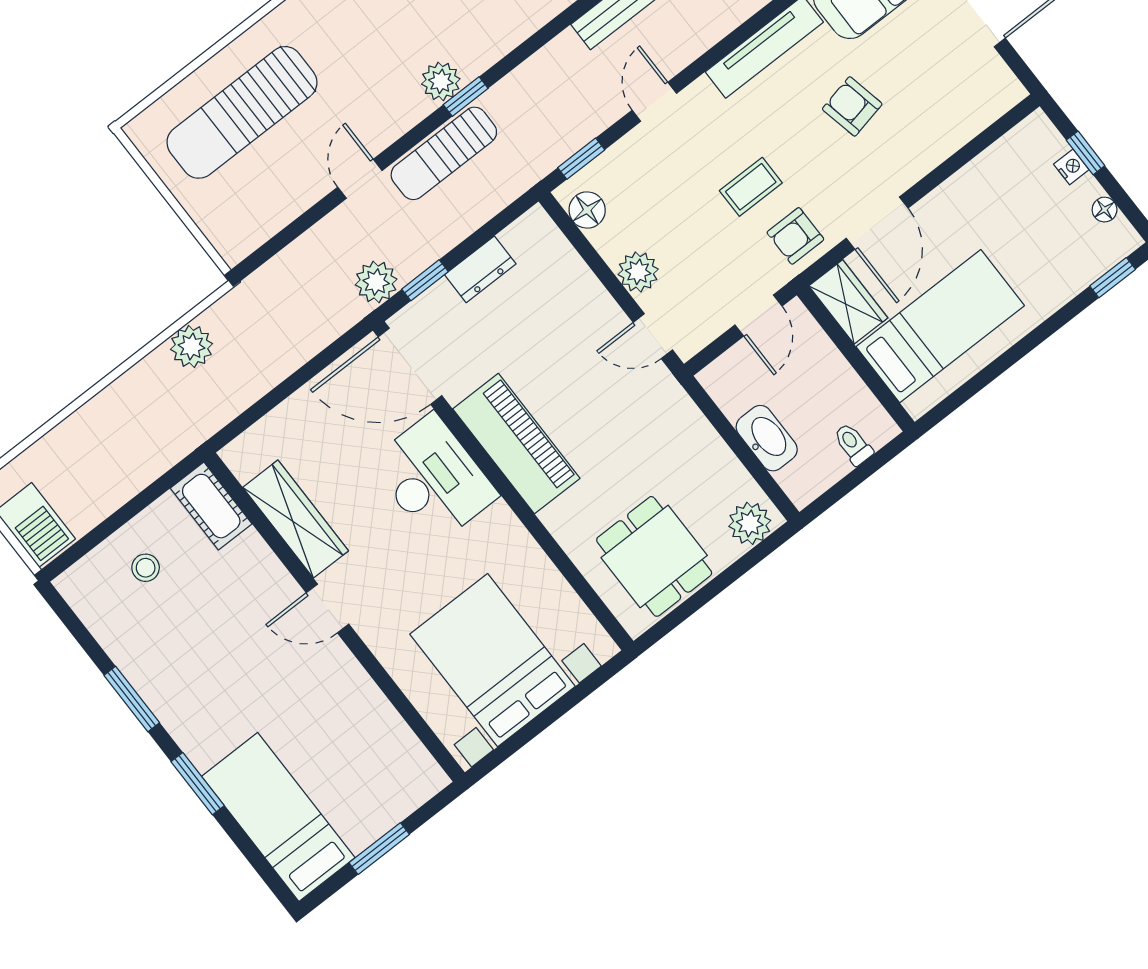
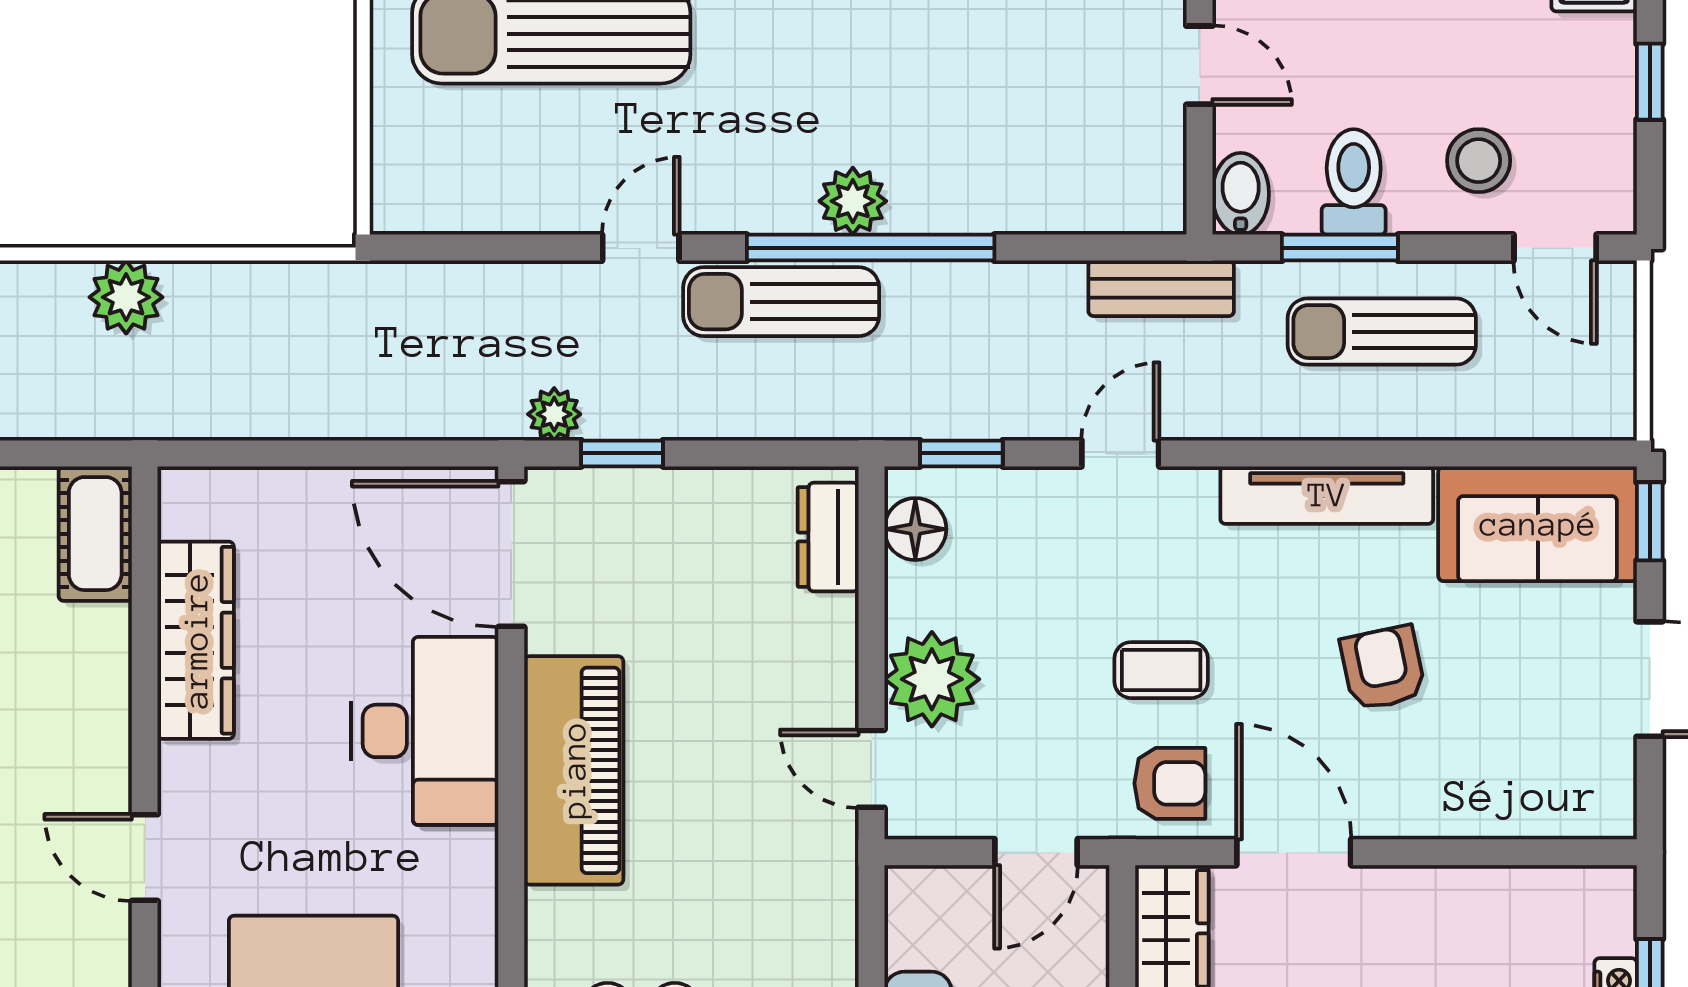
window: (466, 96) -> (871, 248), width x3.17
door: (877, 223) -> (1294, 852), swing flipped
armchair: (795, 236) -> (1170, 783), turned 180
dresser: (480, 269) -> (828, 537), moved, turned 90
plant: (638, 272) -> (932, 679), width x1.36, depth x1.36
plant: (376, 282) -> (554, 414), width x0.73, depth x0.73
plant: (191, 347) -> (126, 297), moved
door: (328, 608) -> (145, 858), moved

